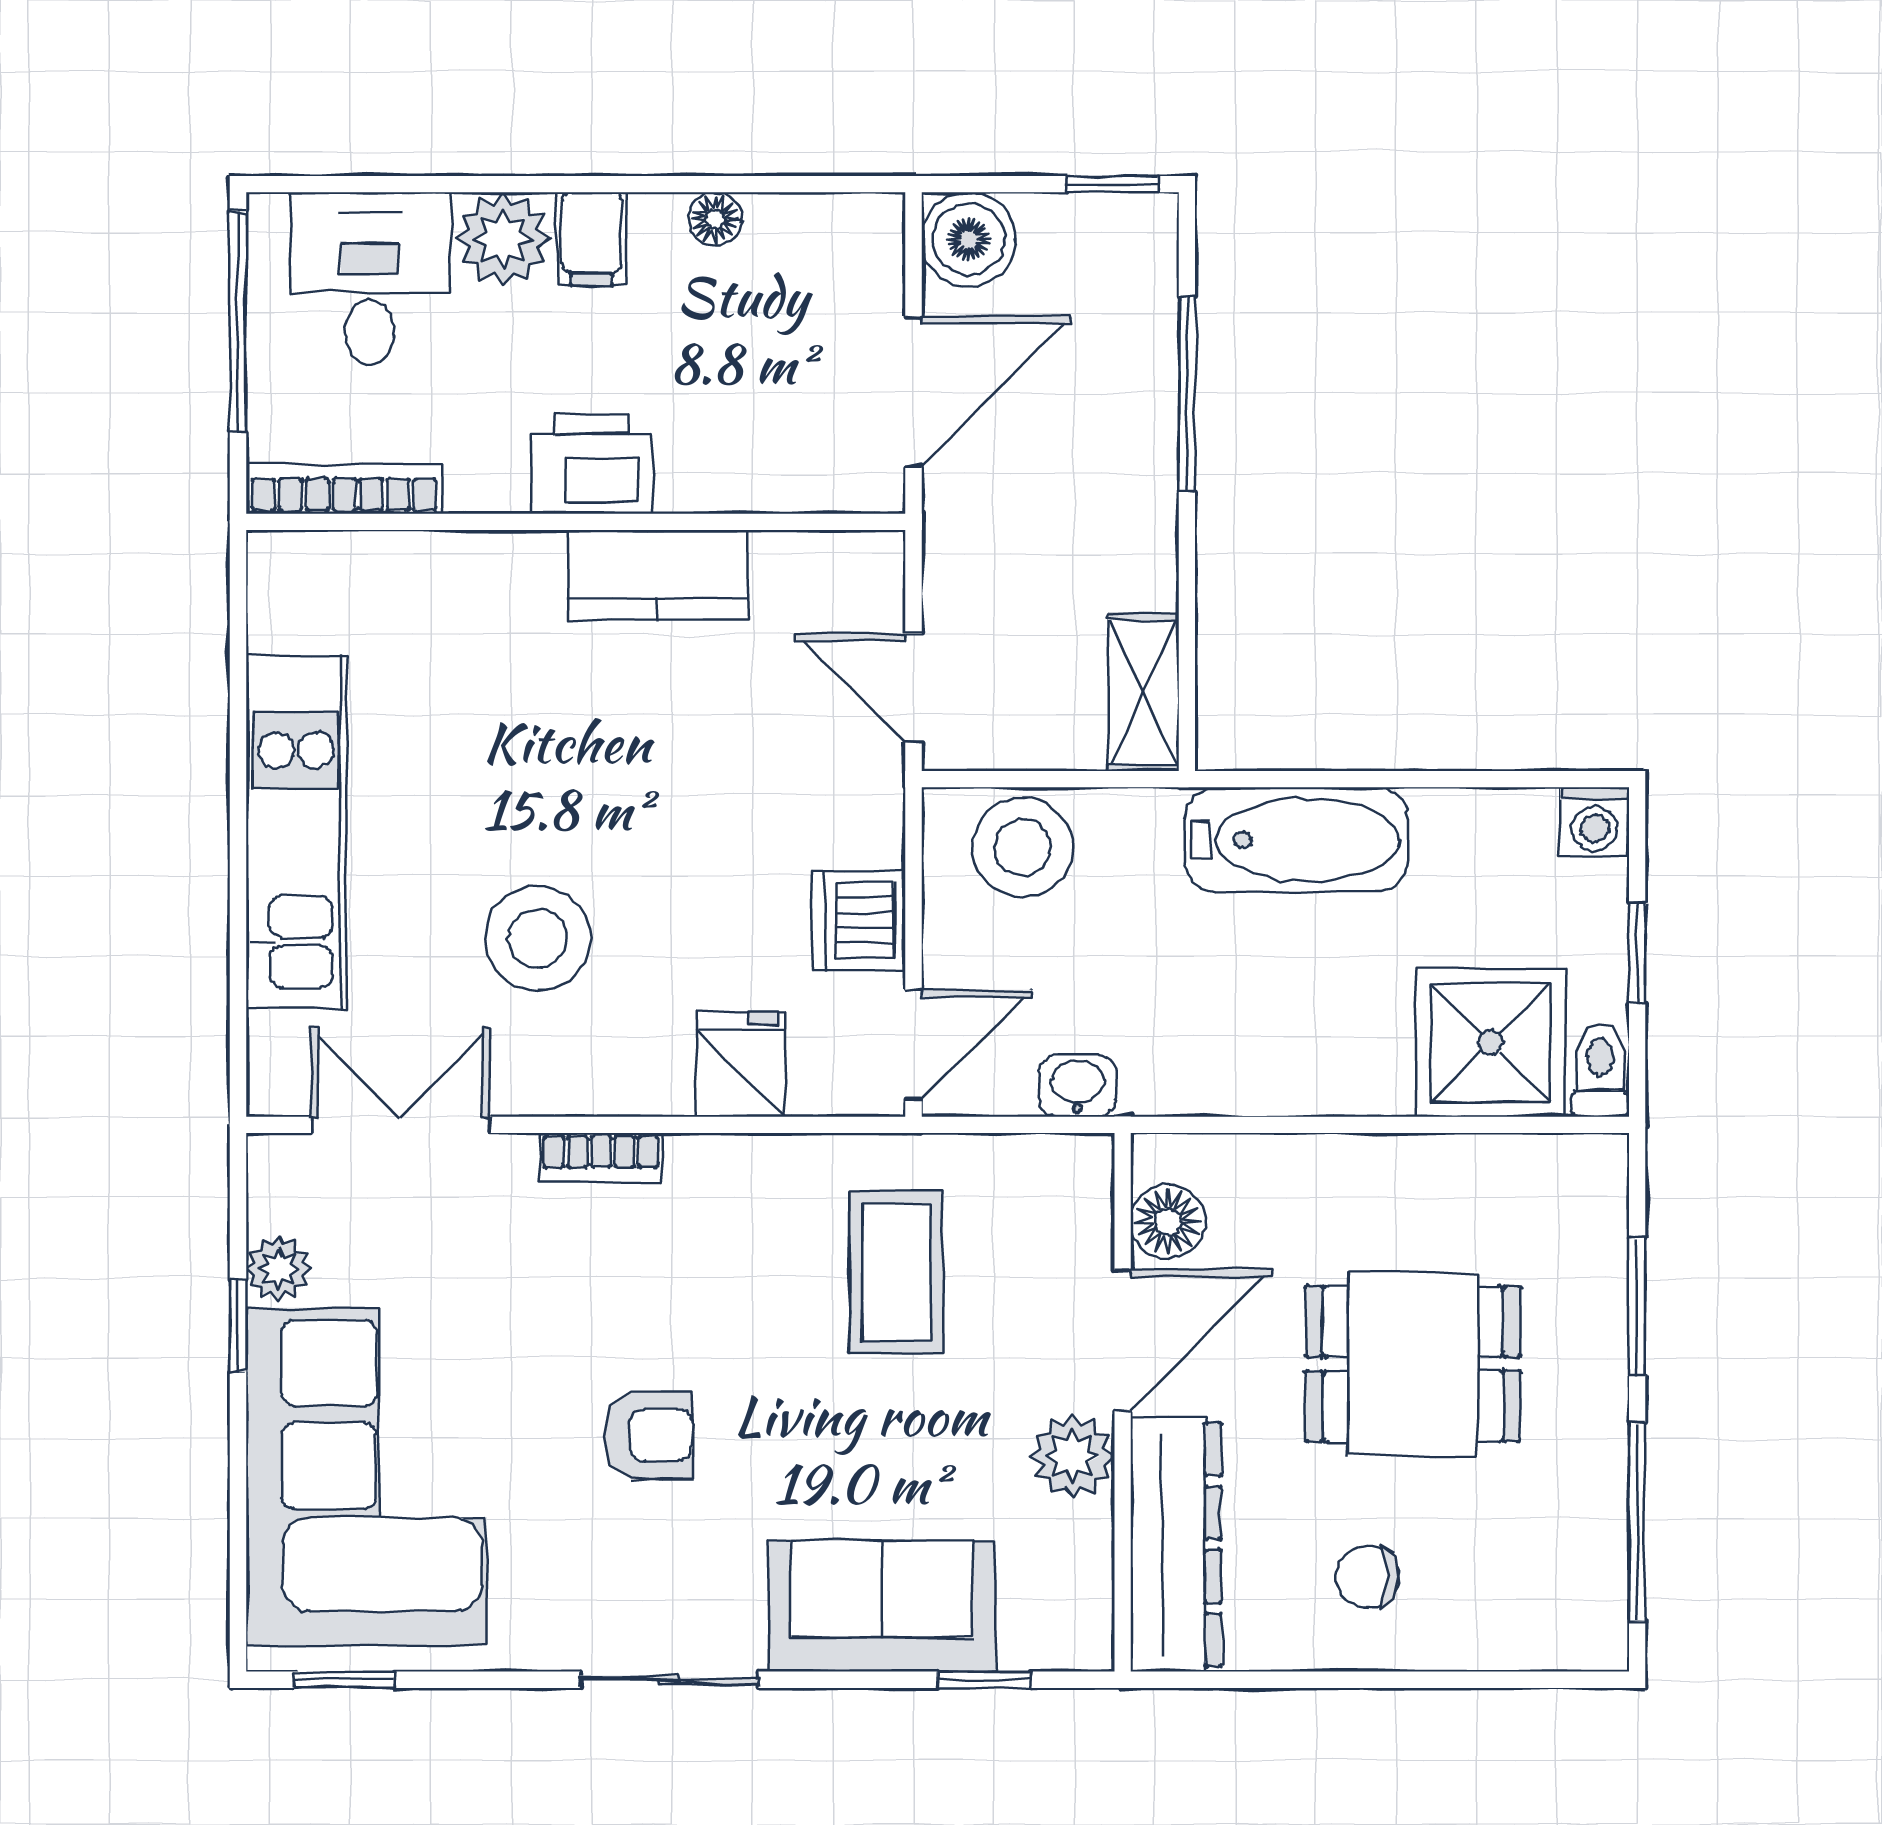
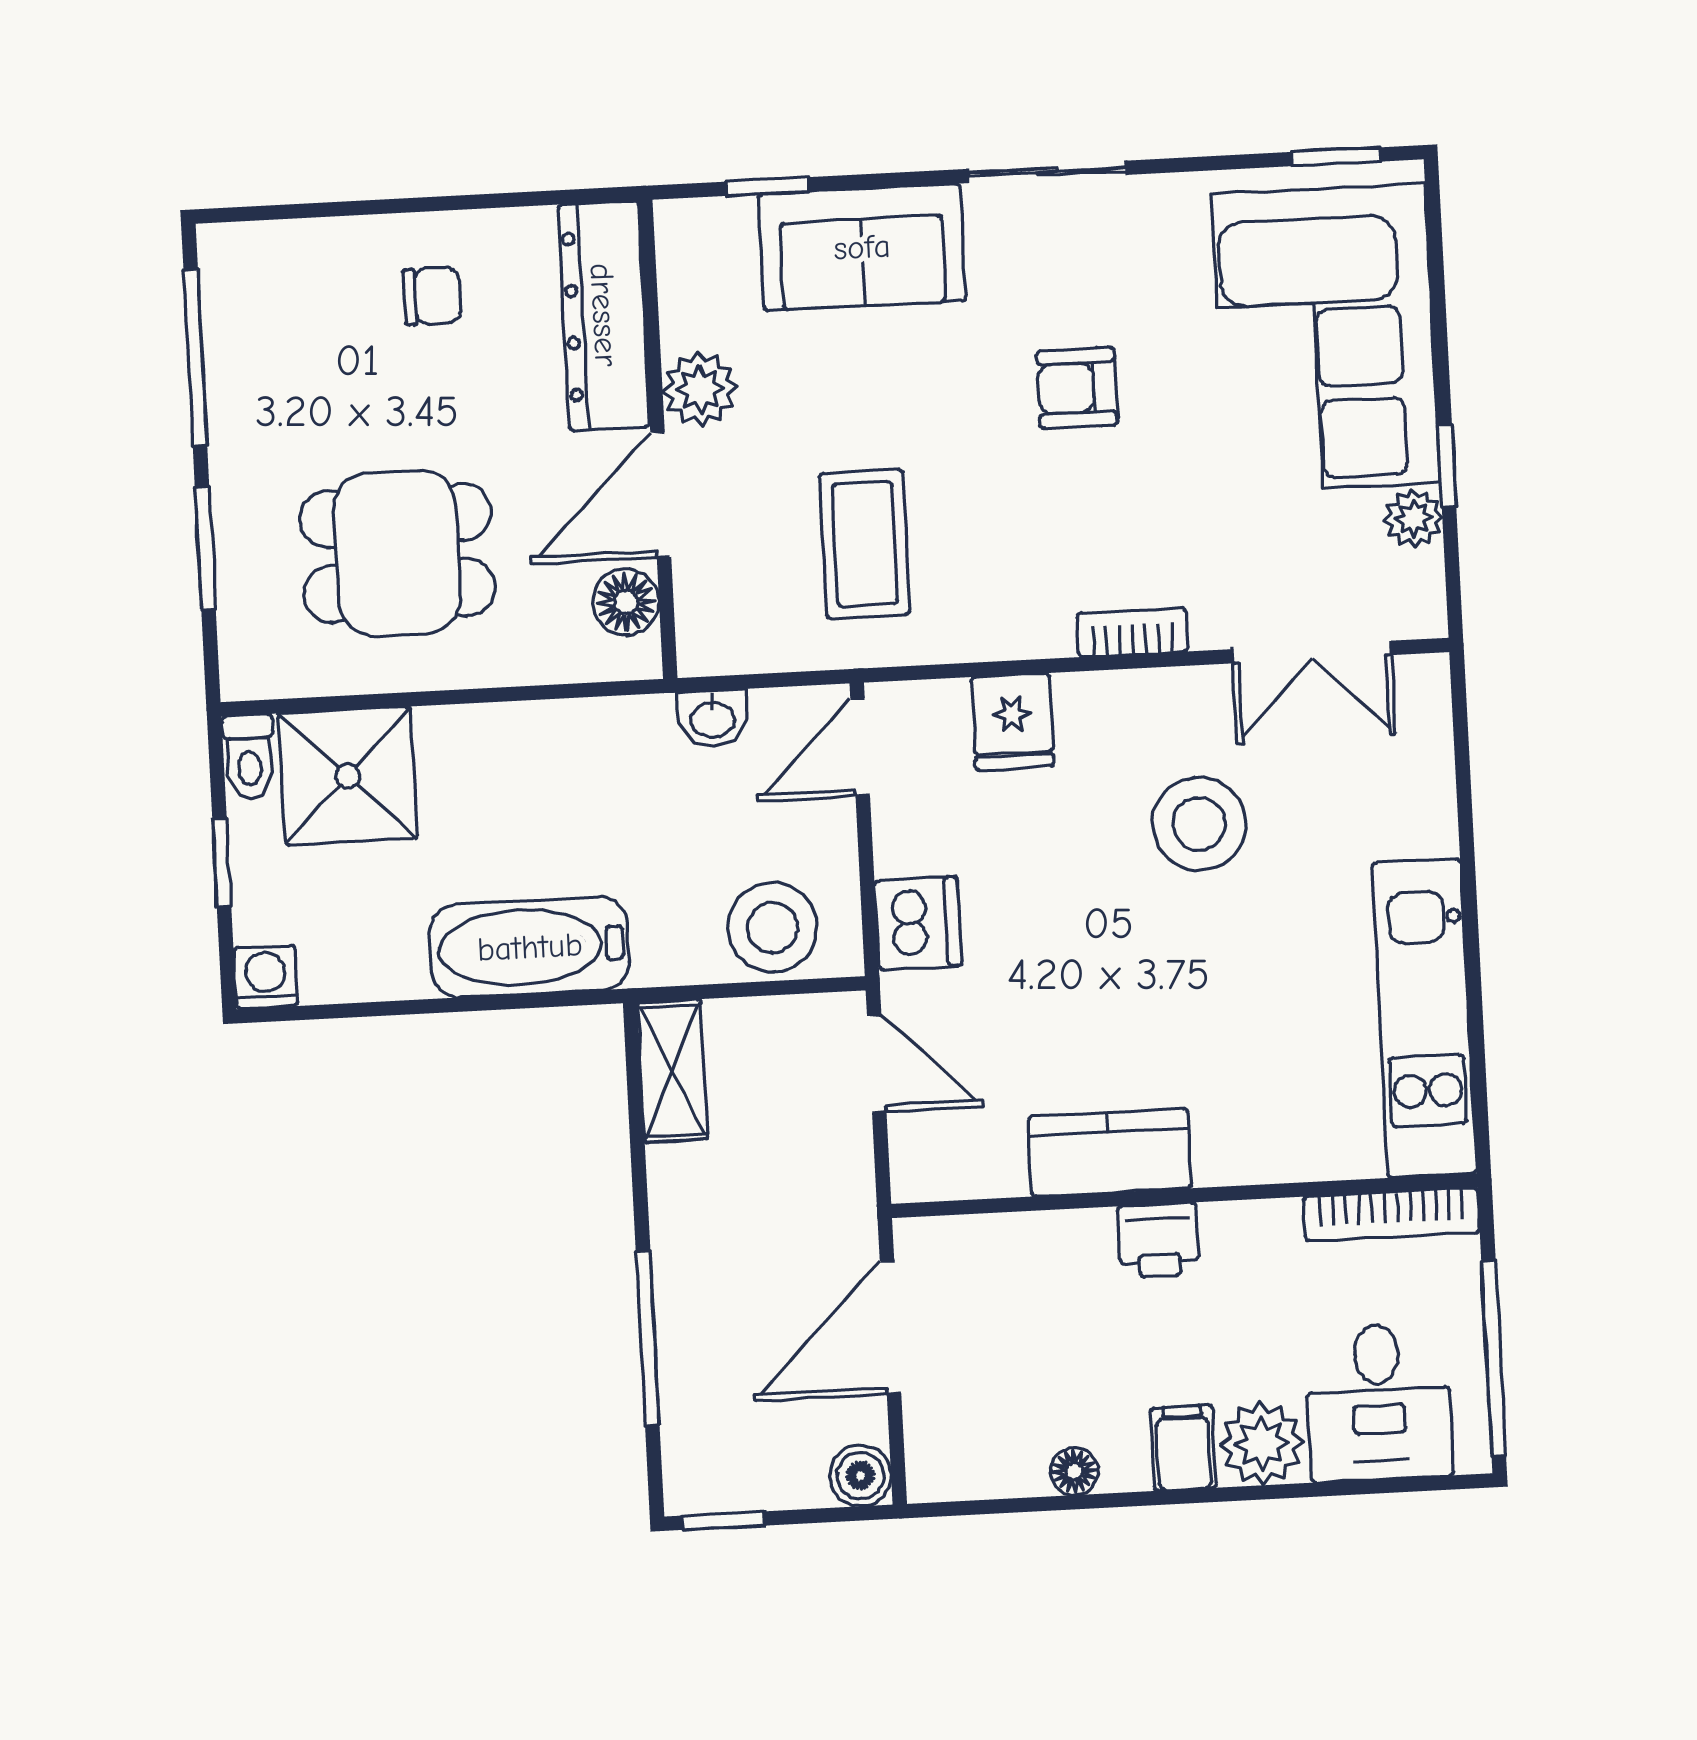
boiler: (969, 239) -> (860, 1476), width x0.73, depth x0.73
printer: (591, 464) -> (1159, 1240), width x0.73, depth x0.81
kitchen unit: (296, 832) -> (1424, 1018), moved
dishwasher: (859, 920) -> (918, 923), moved
dining table: (1413, 1364) -> (397, 553), moved

